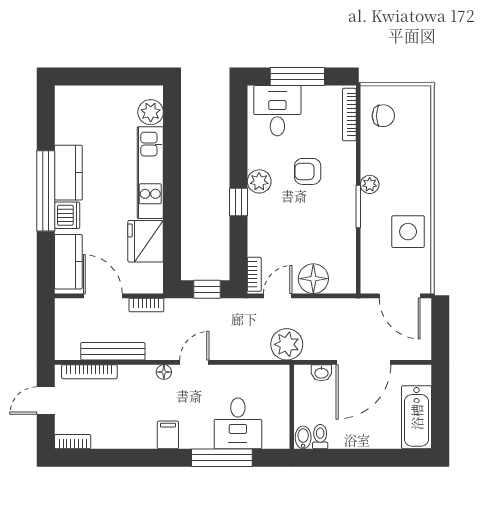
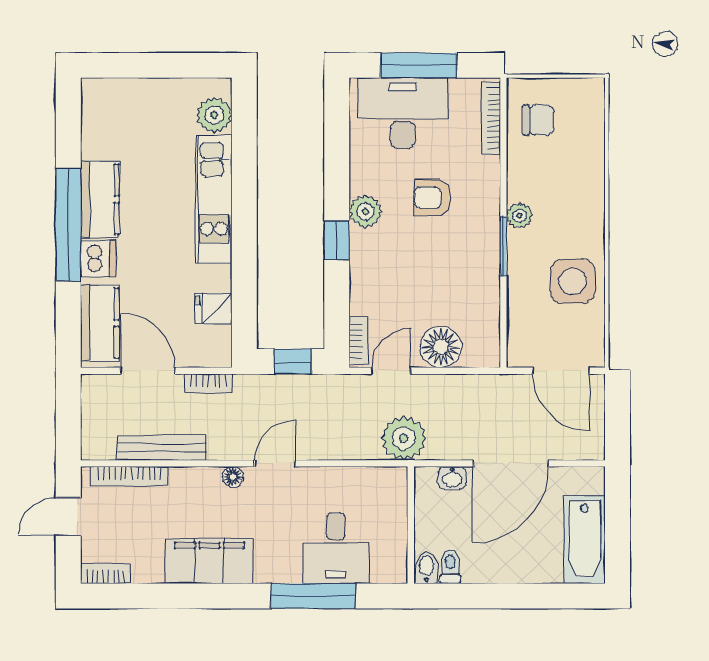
desk: (277, 111) -> (403, 113), width x1.37
fridge: (146, 241) -> (214, 308), width x0.53, depth x0.75
filing cabinet: (168, 435) -> (209, 561), width x3.00, depth x1.17

